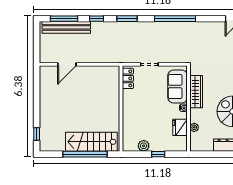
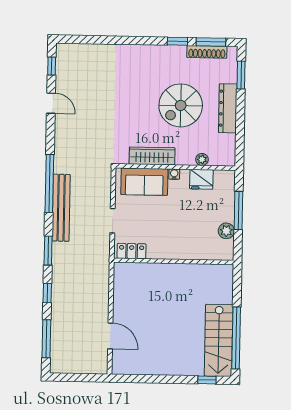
bench: (66, 27) -> (61, 208), moved
stairs: (91, 142) -> (219, 340), moved
window: (85, 154) -> (236, 338), moved
window: (158, 154) -> (238, 211), width x2.17

